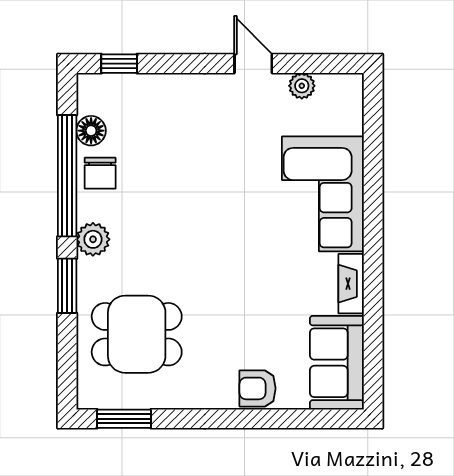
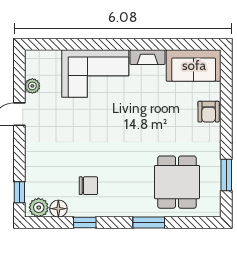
chair: (100, 173) -> (88, 186), moved
window: (67, 176) -> (85, 223), width x0.32
plant: (93, 239) -> (39, 208), moved
window: (124, 419) -> (226, 175), moved

